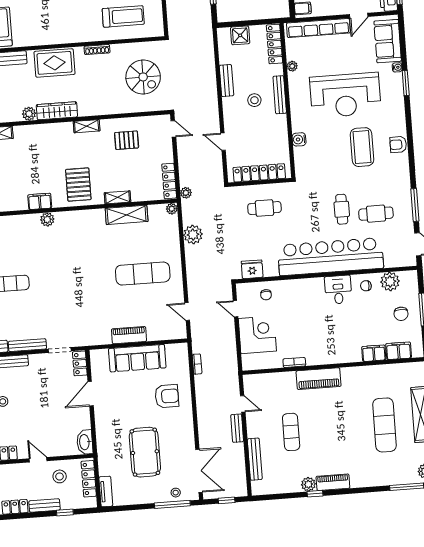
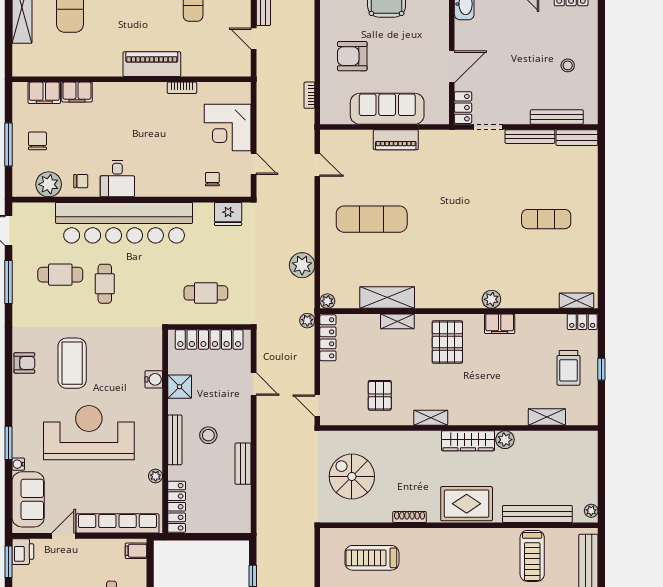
shower: (240, 35) -> (180, 387), moved
pallet: (127, 140) -> (380, 395), turned 90

